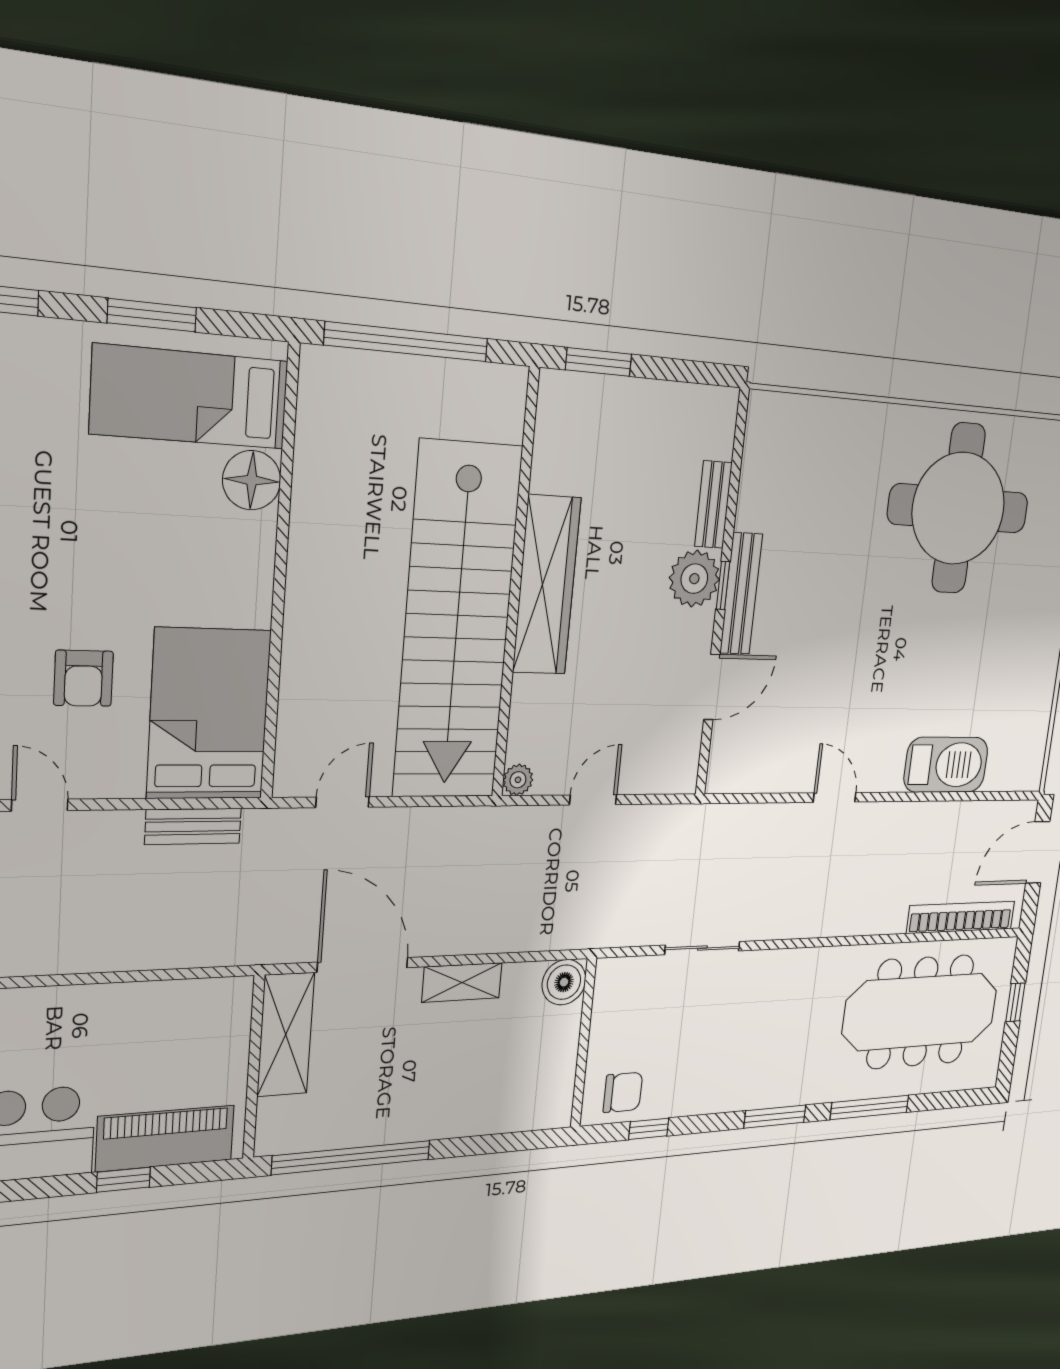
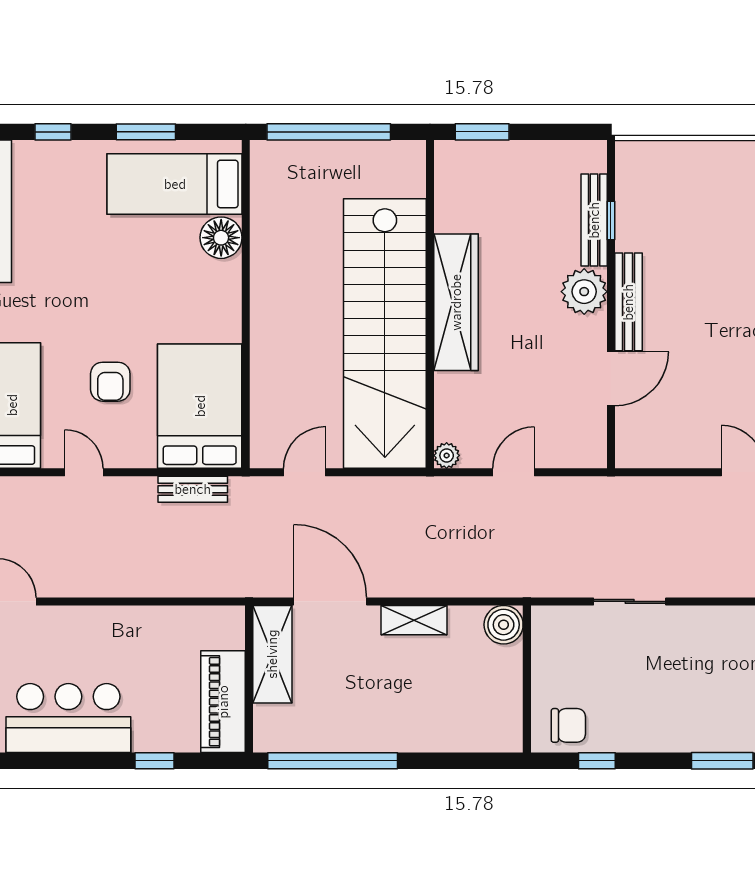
bench: (713, 505) -> (594, 220), width x1.36
window: (723, 585) -> (611, 220), moved
piano: (165, 1138) -> (223, 702), moved, turned -90

